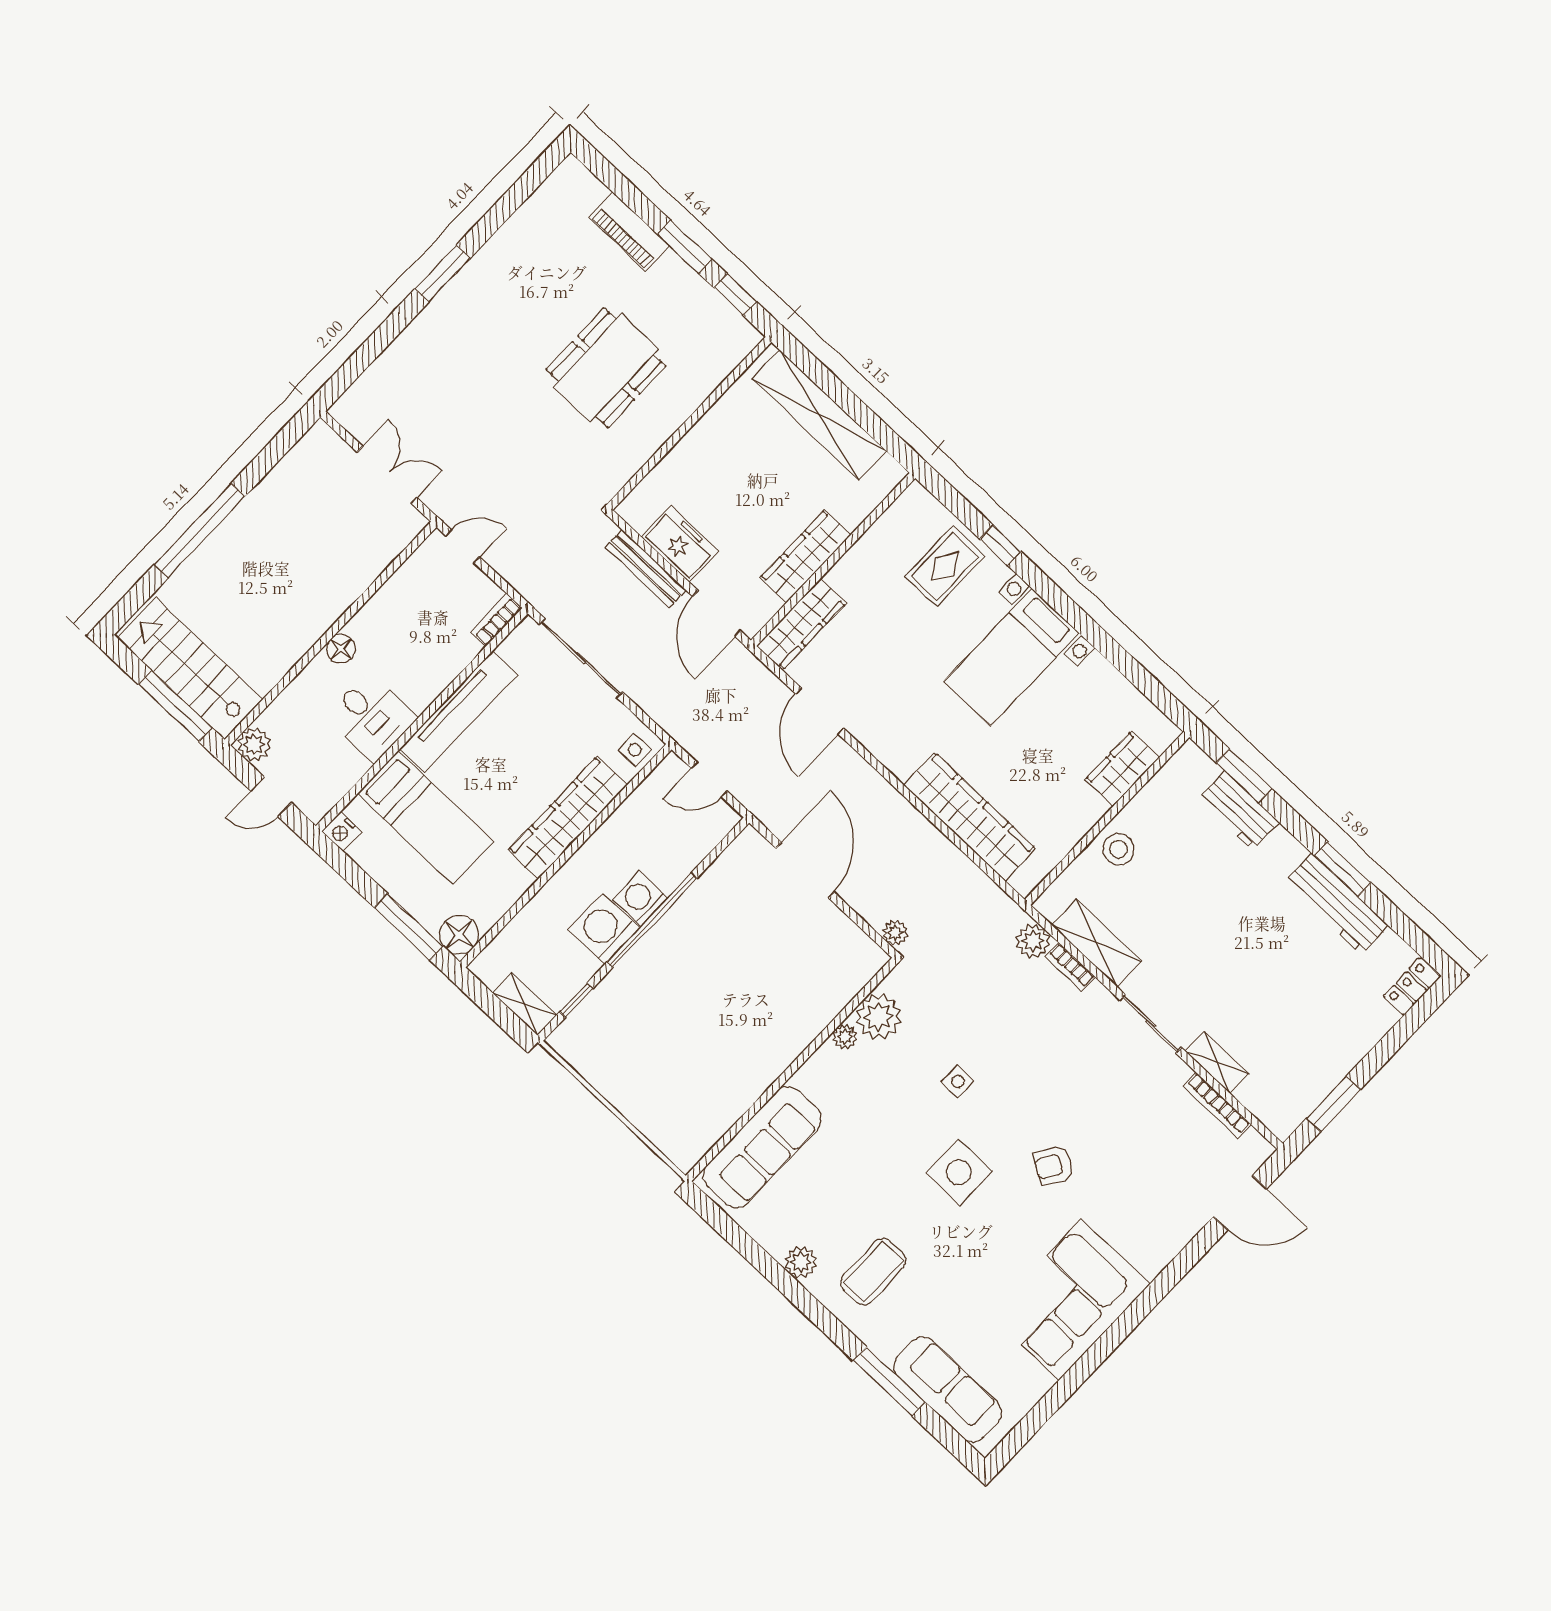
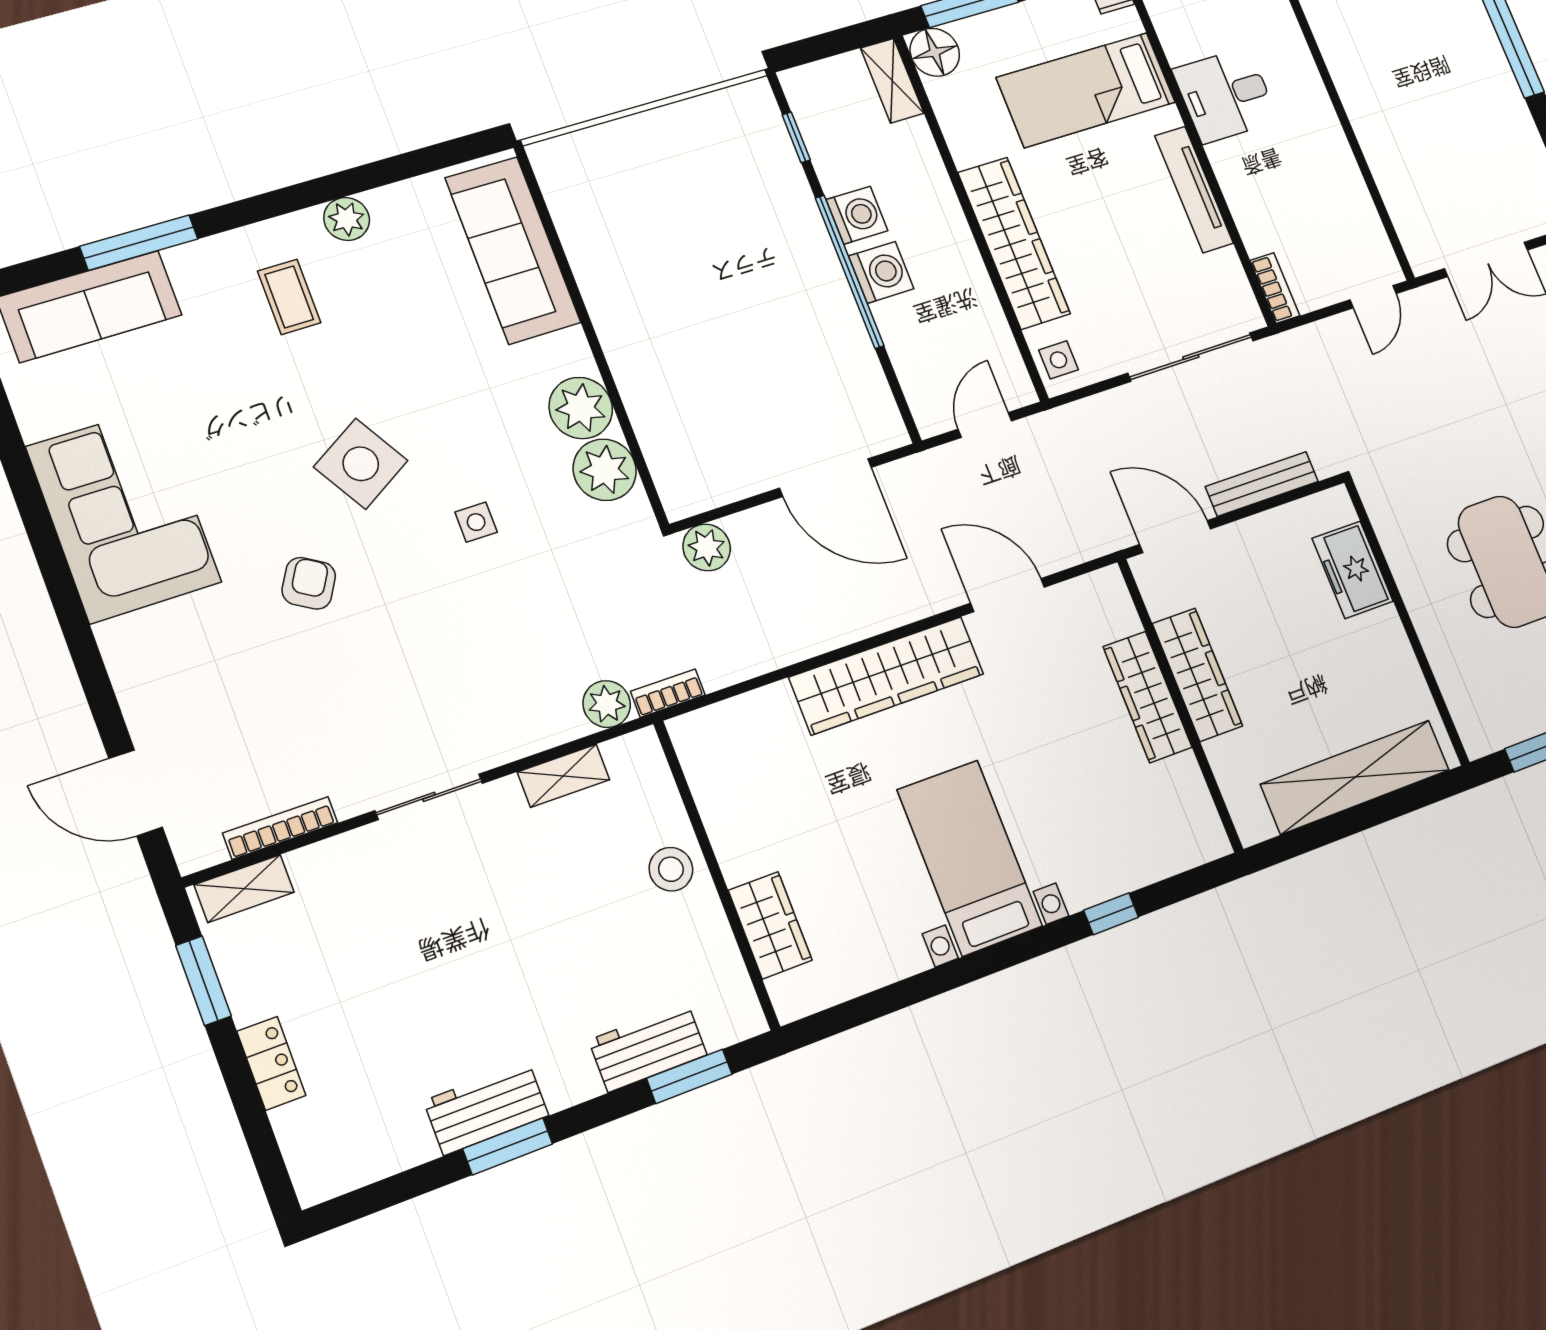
freezer: (680, 544) -> (1353, 570), moved, turned 90
rug: (945, 566) -> (1114, 834), removed
wardrobe: (801, 625) -> (1148, 697), moved
floor lamp: (341, 649) -> (1316, 105), removed
tv unit: (458, 712) -> (1194, 189), width x0.73, depth x0.78
wardrobe: (970, 817) -> (887, 676), moved
workbench: (1336, 904) -> (486, 1108), width x0.73
washing machine: (604, 929) -> (857, 215), width x0.73, depth x0.73
plant: (895, 933) -> (707, 547), width x1.38, depth x1.38
shelving: (1097, 943) -> (564, 776), width x0.67, depth x0.75
bookcase: (1070, 967) -> (668, 693), moved
locker: (1412, 987) -> (271, 1063), moved
shelving: (524, 1004) -> (892, 81), moved, turned 90
plant: (845, 1037) -> (581, 408), width x1.88, depth x1.88
shelving: (1217, 1062) -> (244, 889), moved
side table: (959, 1172) -> (361, 464), turned -31
door: (1240, 1203) -> (136, 793), hinge flipped
coffee table: (873, 1272) -> (289, 297), width x0.73, depth x0.77

